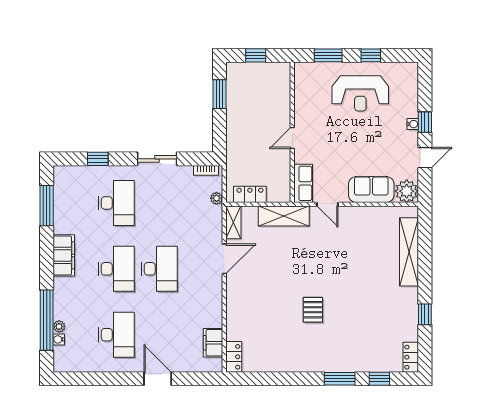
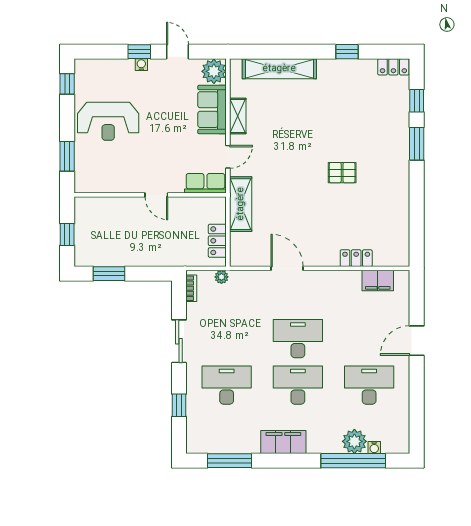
window: (371, 55) -> (67, 84), moved
reception desk: (360, 93) -> (108, 121), turned 90
shelving: (233, 222) -> (238, 116), moved, turned 90
plant: (59, 326) -> (354, 441), width x1.88, depth x1.88
locker: (234, 357) -> (356, 258), moved

